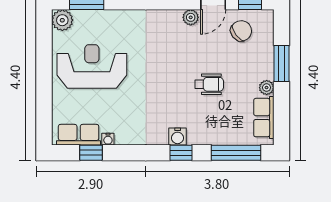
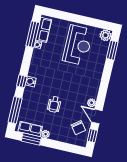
window: (282, 63) -> (31, 139), moved
window: (91, 153) -> (33, 34), width x2.17

